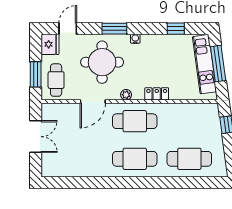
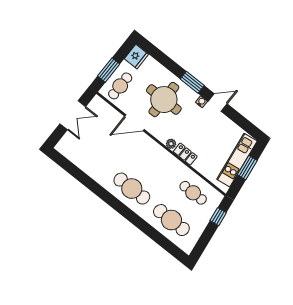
door: (68, 29) -> (218, 103), moved
window: (176, 29) -> (237, 118), removed
window: (218, 64) -> (247, 168), width x0.69
plant: (126, 95) -> (171, 144), moved
cafe table: (135, 121) -> (193, 193), moved, width x0.73, depth x0.74

